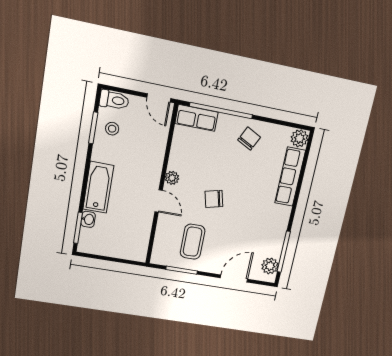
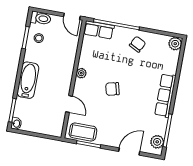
row of seats: (290, 177) -> (165, 95), moved
door: (159, 201) -> (69, 104), moved
washbasin: (88, 219) -> (16, 124), moved
coffee table: (193, 242) -> (83, 132), moved, turned 90

